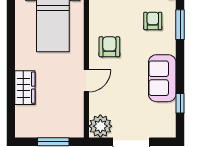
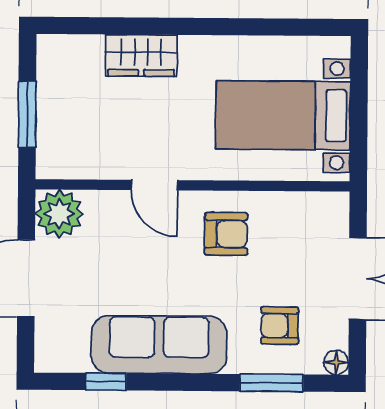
armchair: (153, 21) -> (280, 326), turned 180
sofa: (162, 78) -> (159, 345), width x1.36

